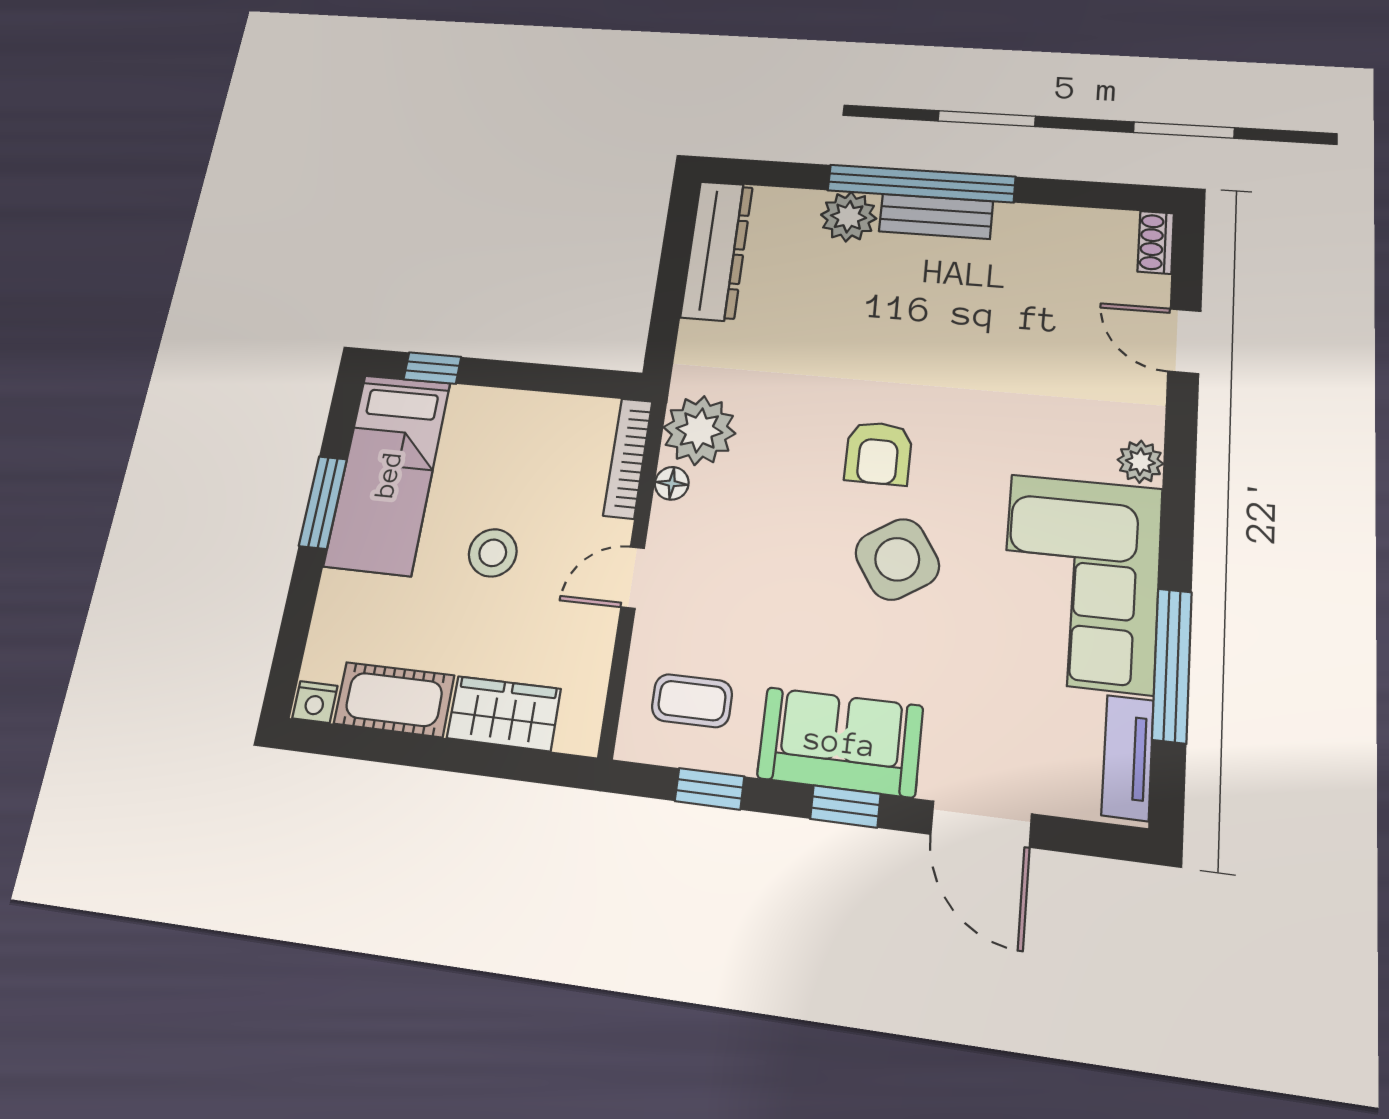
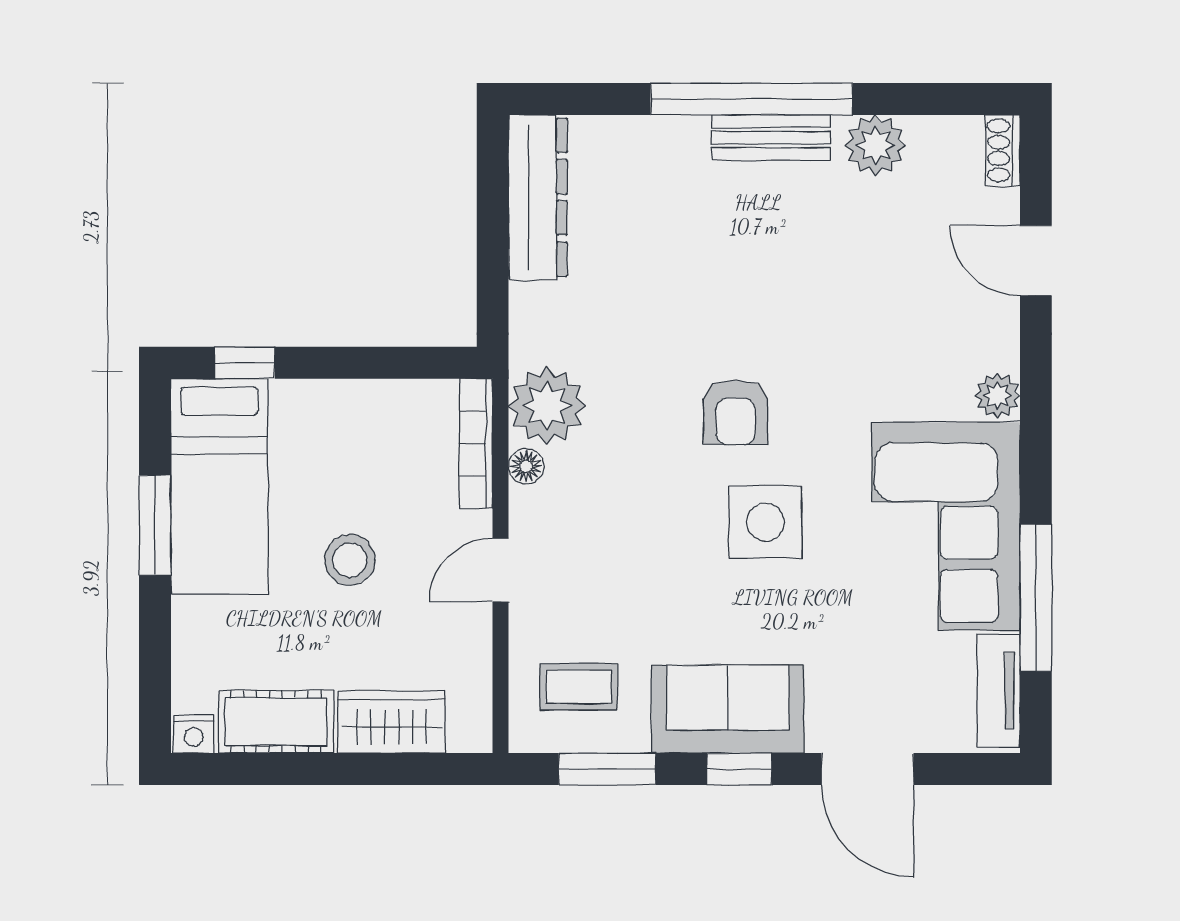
plant: (849, 217) -> (876, 145), moved
side table: (897, 559) -> (765, 522), turned 33
window: (710, 789) -> (607, 769), width x1.50

